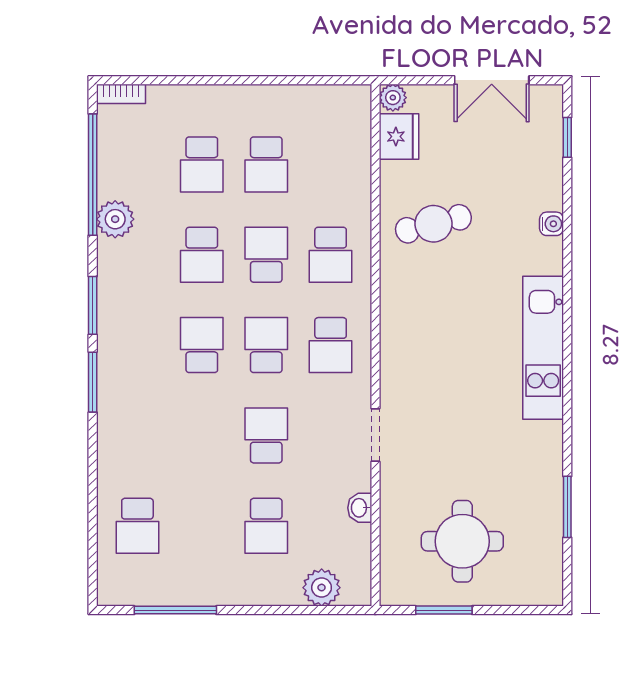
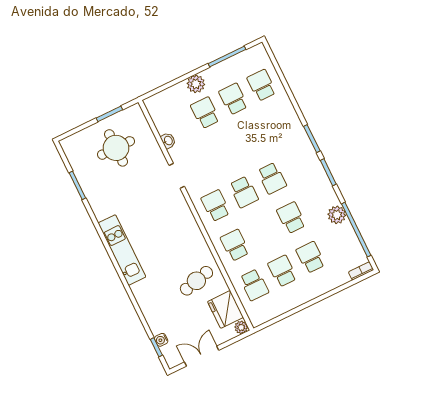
fridge: (399, 137) -> (225, 309), width x1.36, depth x1.34
water cooler: (552, 224) -> (161, 340), moved
school desk: (266, 255) -> (254, 285), moved
school desk: (266, 435) -> (233, 99), moved, turned 180
plant: (322, 588) -> (196, 84), moved

